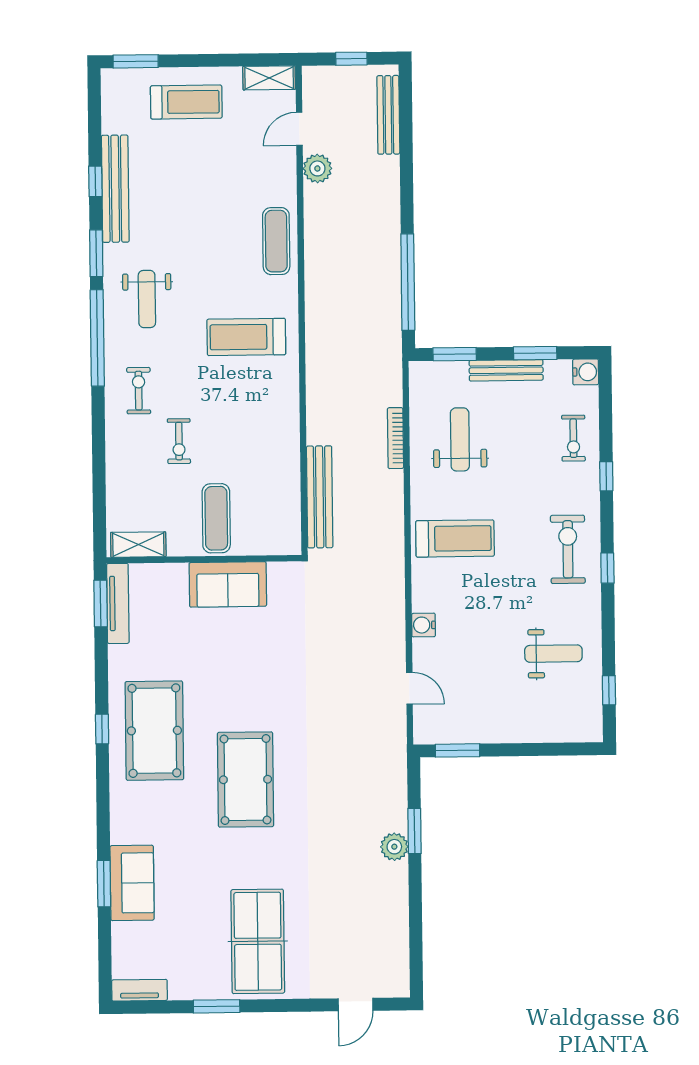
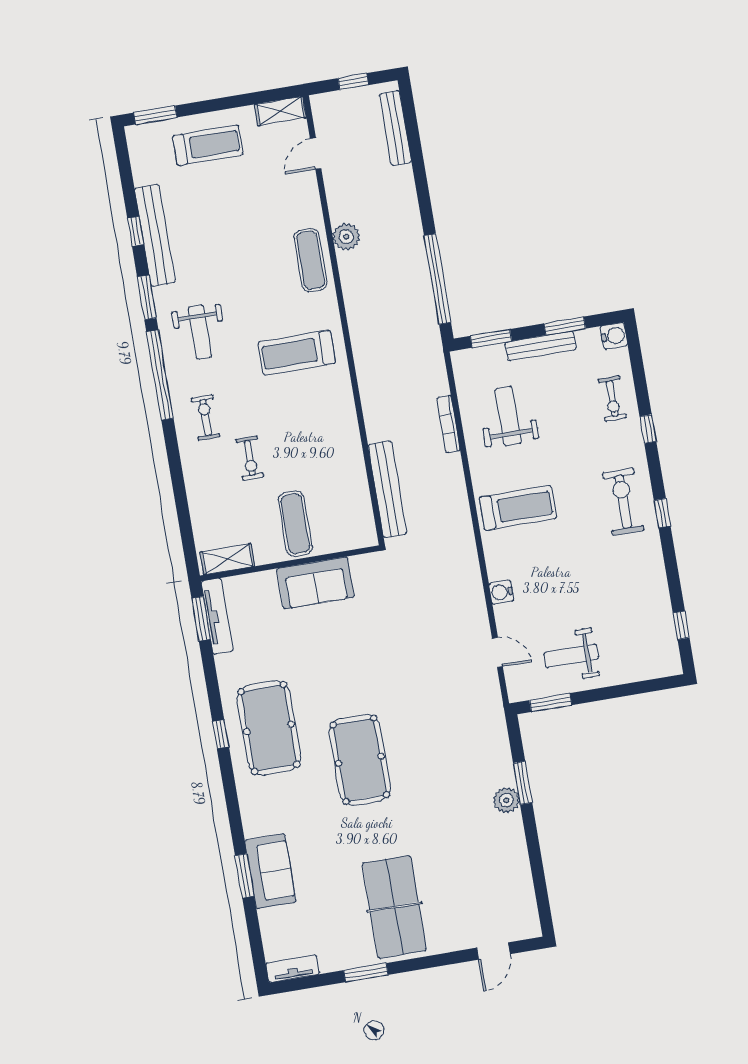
plant: (317, 168) -> (346, 237), moved
weight bench: (553, 654) -> (571, 656), moved, turned 180

